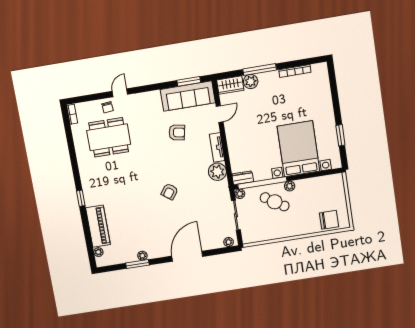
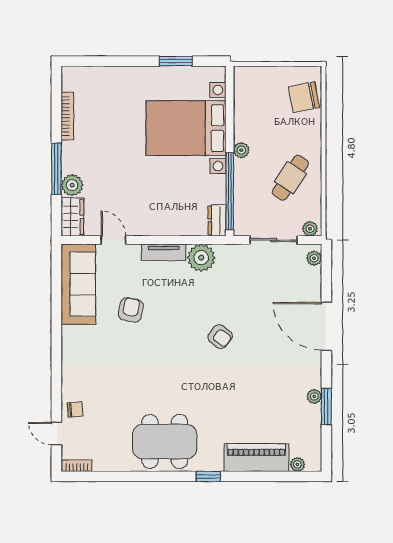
window: (189, 81) -> (56, 279), removed
door: (120, 93) -> (56, 434), moved
dining table: (109, 137) -> (165, 442), moved, turned 90
plant: (240, 194) -> (310, 229), moved
cafe table: (275, 202) -> (290, 178), moved
chair: (329, 220) -> (304, 97), turned -101

